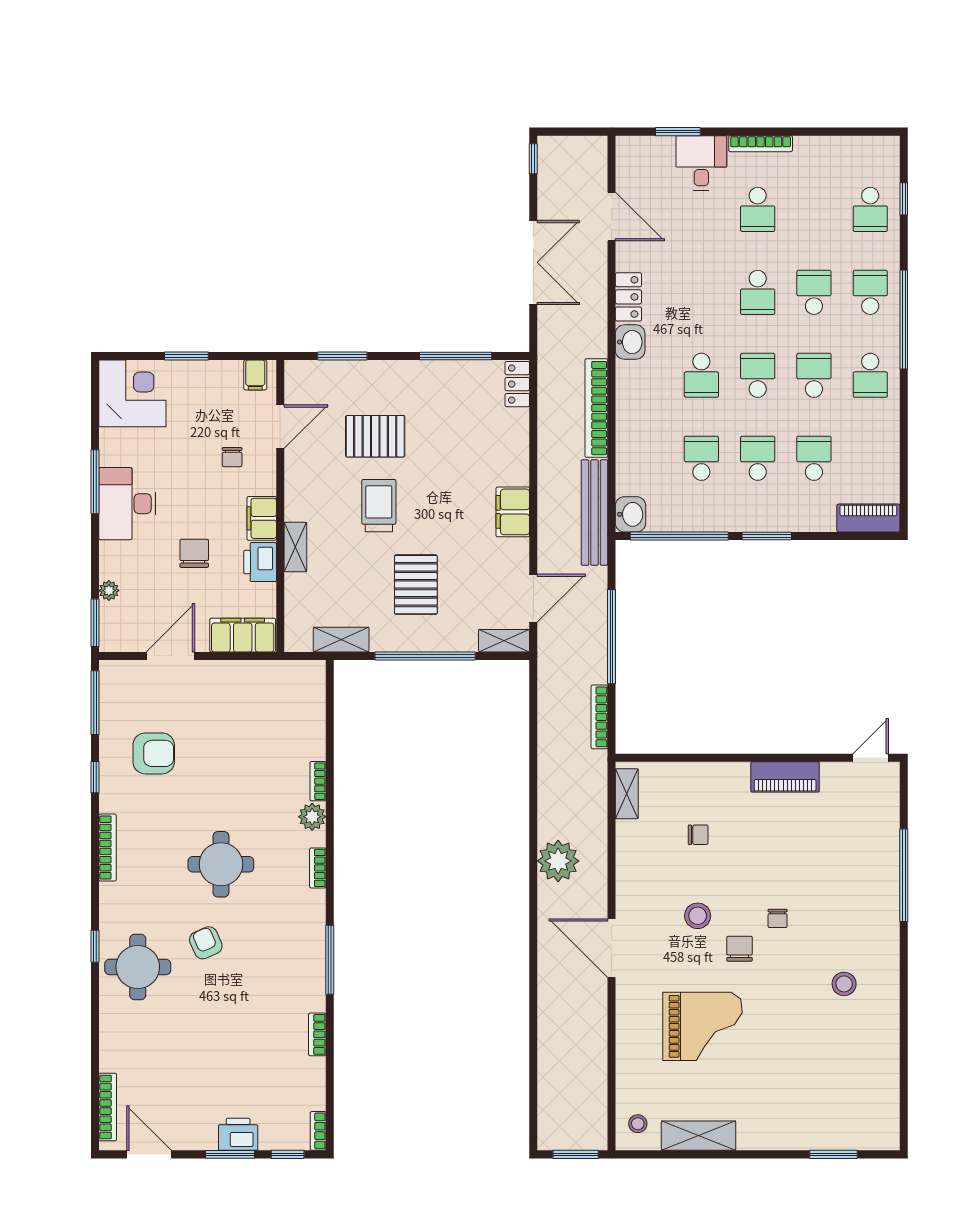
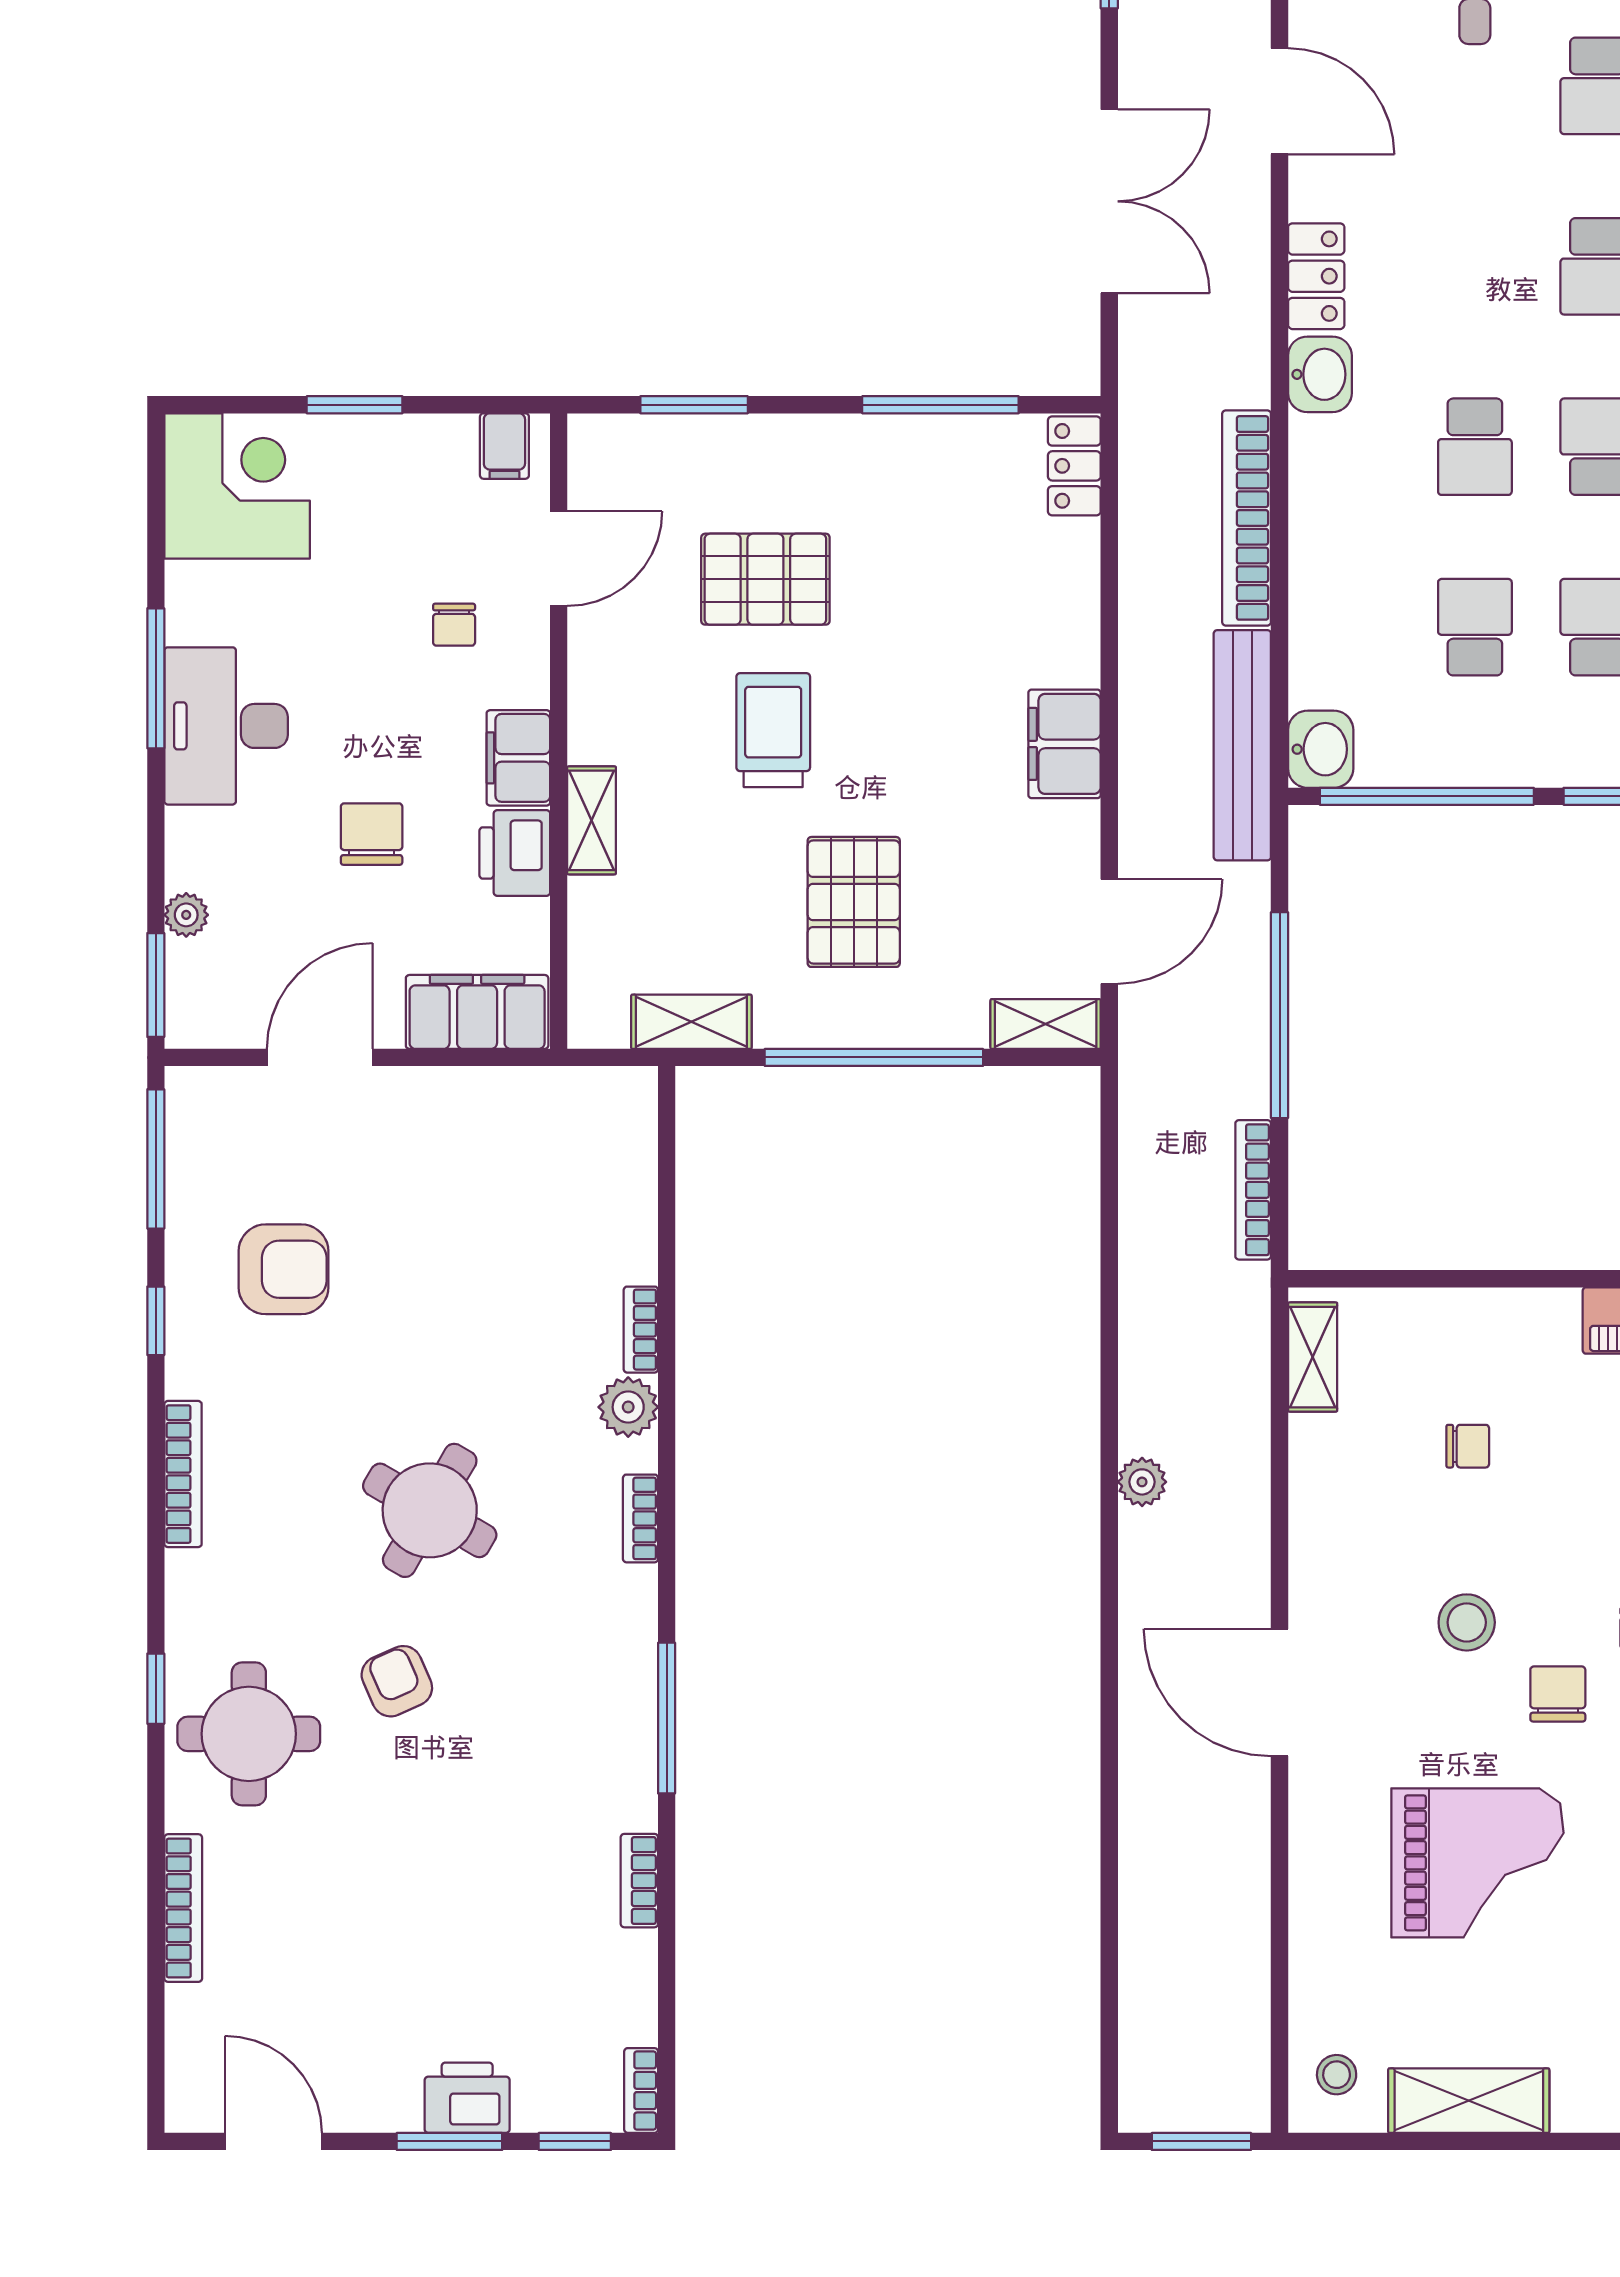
plant: (558, 861) -> (1142, 1482), width x0.53, depth x0.53
round table: (221, 864) -> (430, 1510), turned 30
bookcase: (108, 1107) -> (183, 1908), moved

